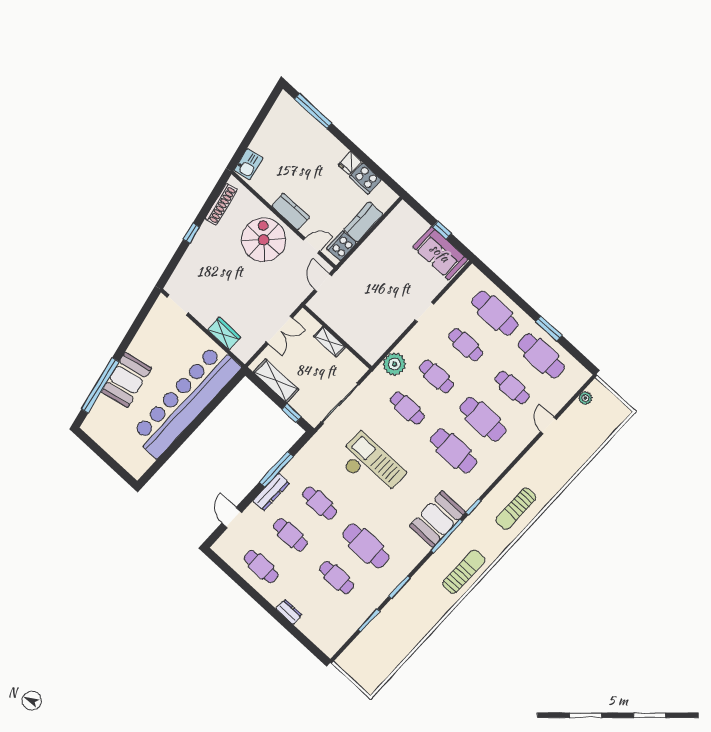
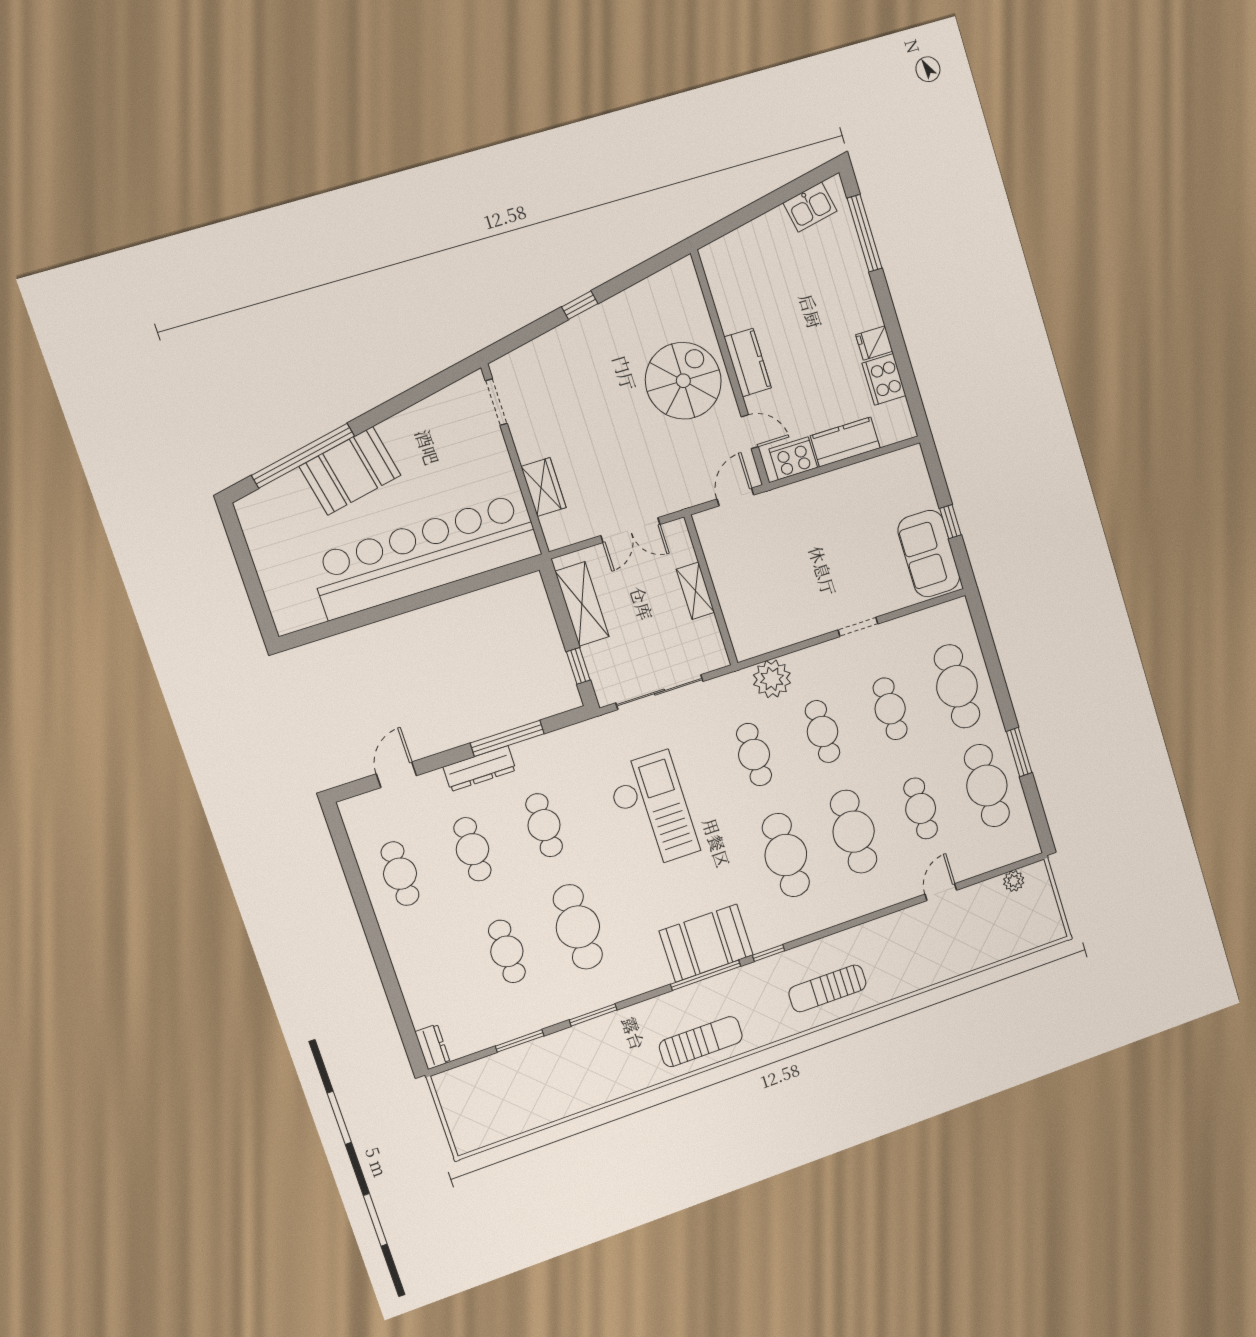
kitchen sink: (249, 164) -> (810, 207), moved
shoe rack: (221, 204) -> (650, 289), removed
dresser: (289, 612) -> (432, 1047), moved

